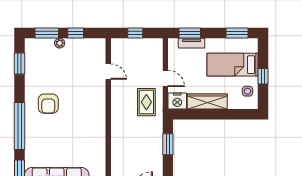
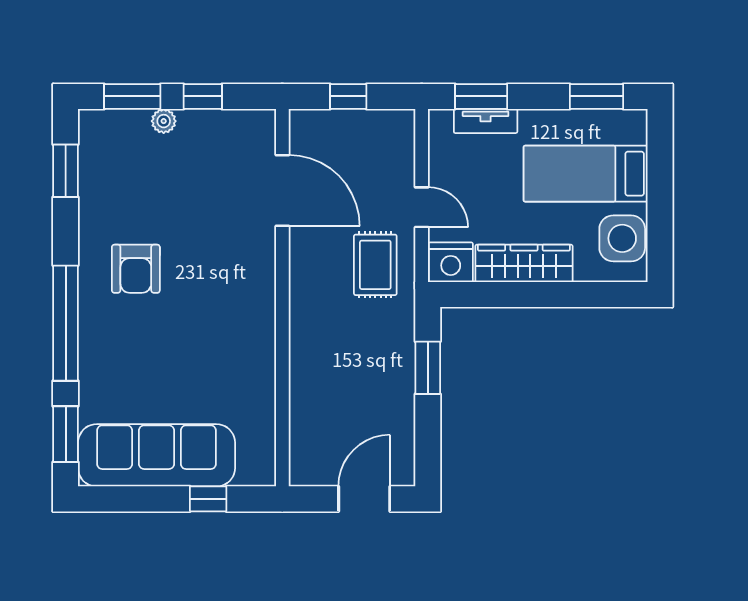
door: (108, 72) -> (282, 190), width x1.87
window: (263, 76) -> (660, 202), removed
side table: (247, 91) -> (622, 238), width x1.87, depth x1.87

